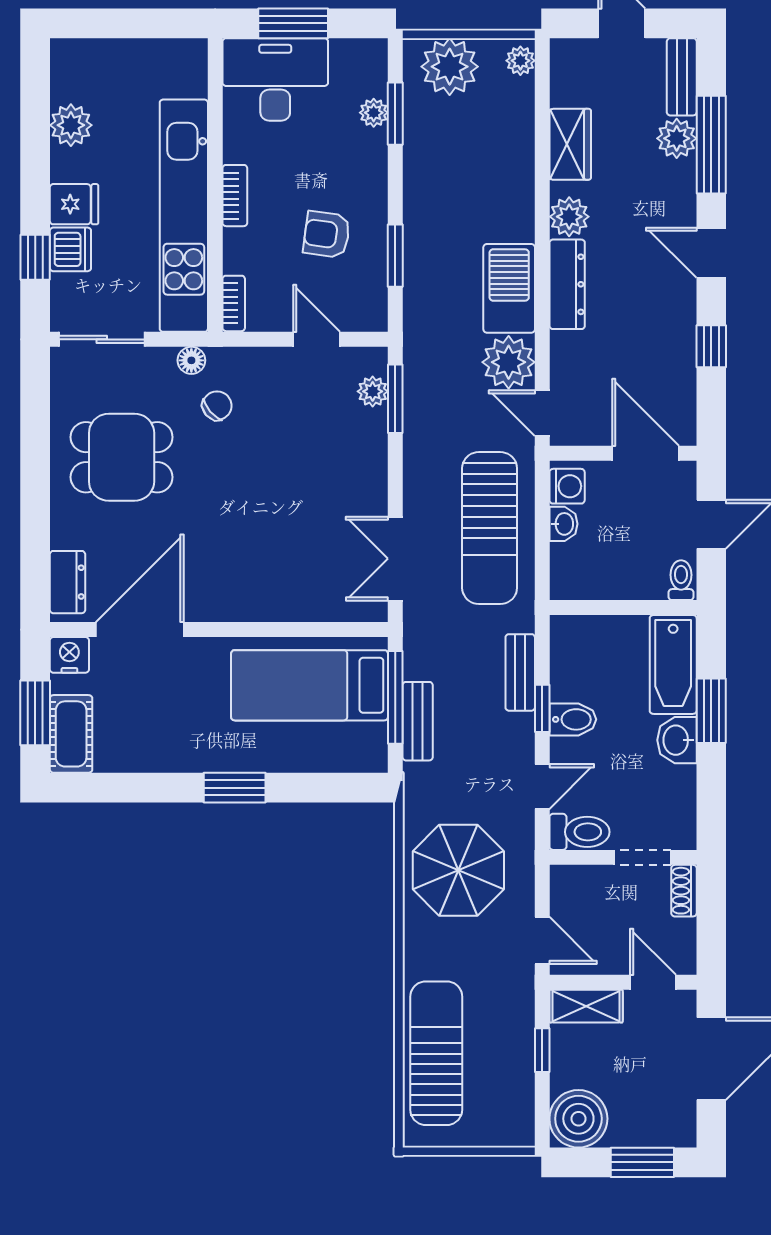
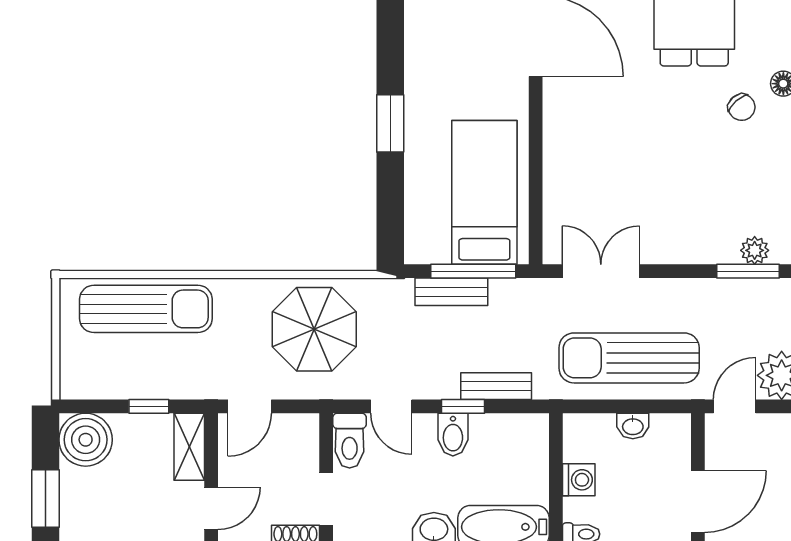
washing machine: (567, 486) -> (579, 480), moved, turned -90

